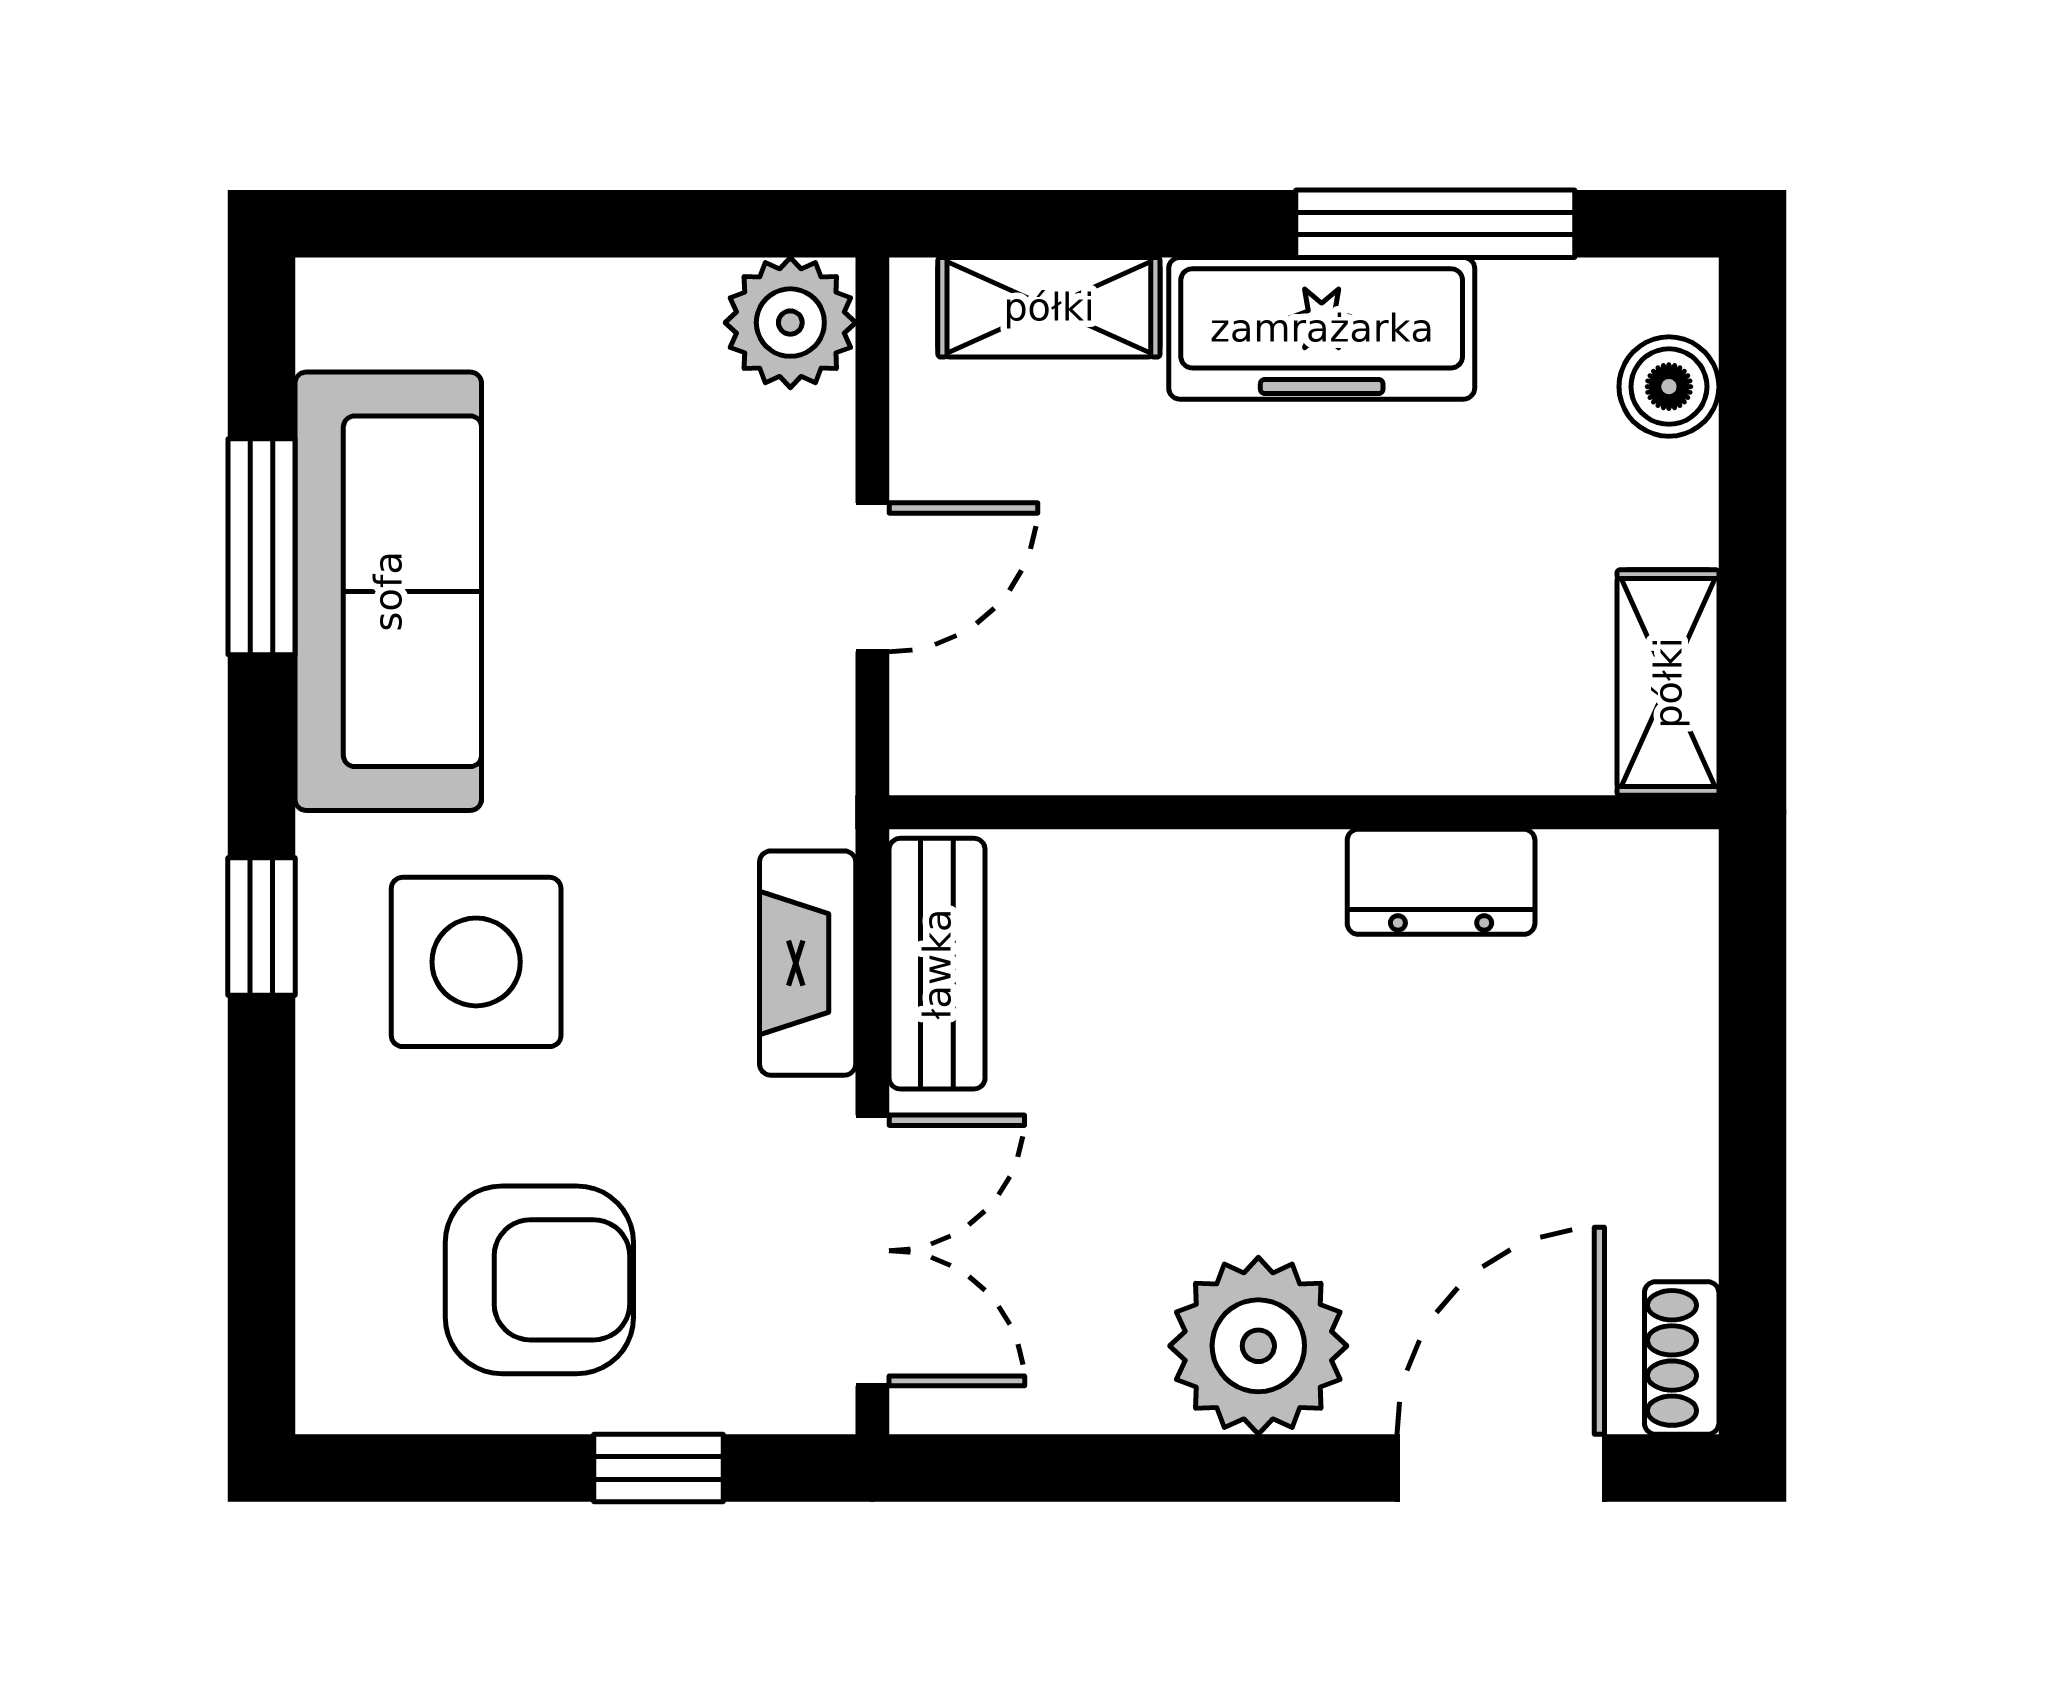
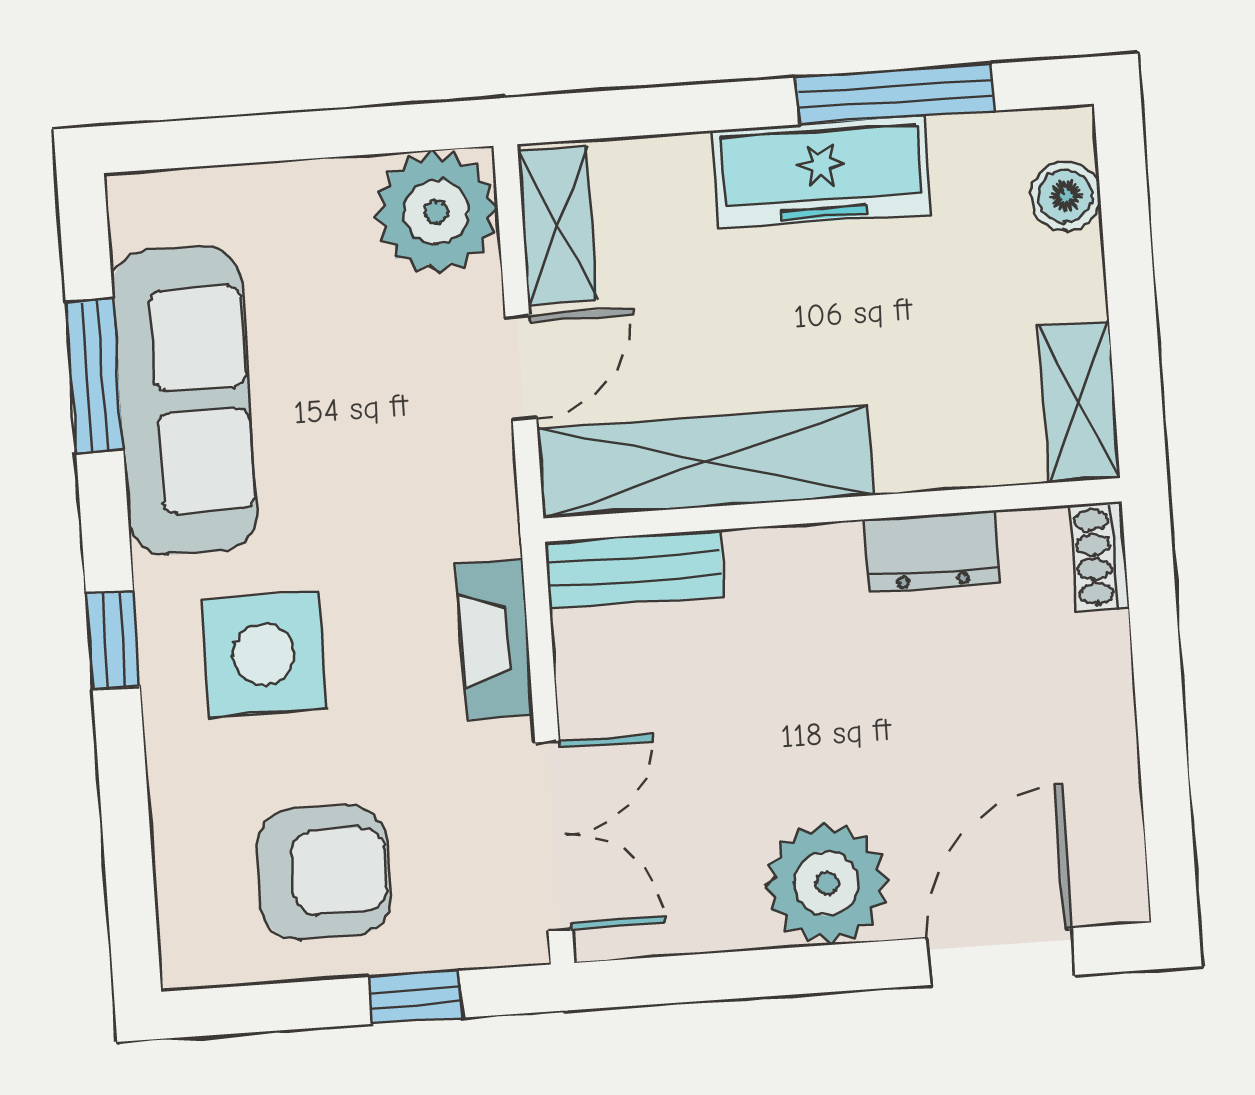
shelving: (1049, 307) -> (558, 226), moved, turned 90
plant: (790, 323) -> (436, 212), width x1.36, depth x1.36
shelving: (1127, 731) -> (705, 462), added
bench: (937, 964) -> (634, 569), moved, turned 90
shoe rack: (1682, 1358) -> (1100, 556), moved

